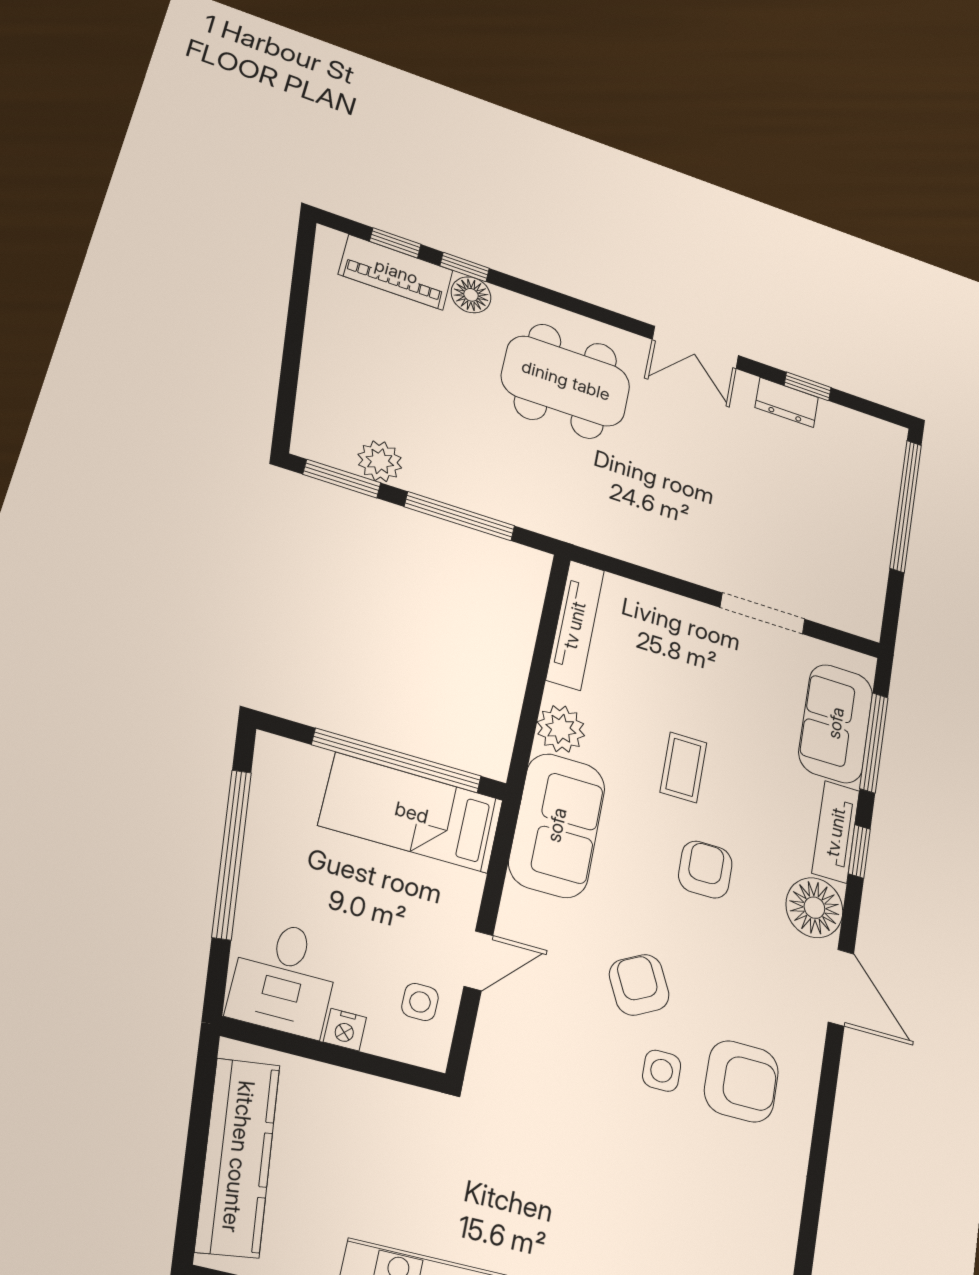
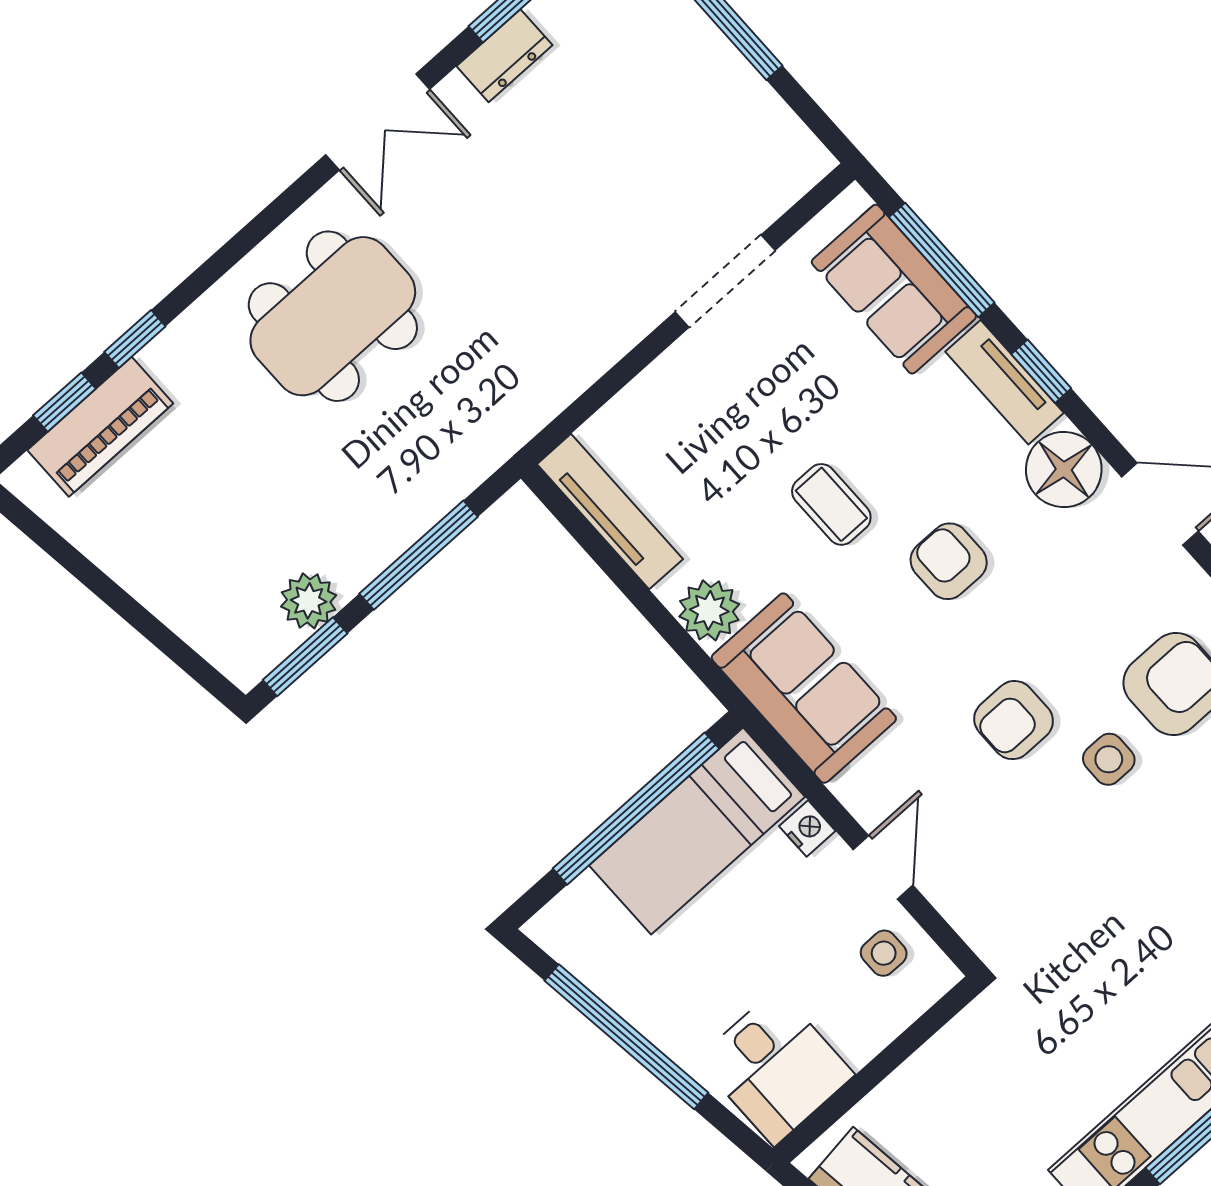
floor lamp: (471, 295) -> (172, 356), removed
armchair: (639, 985) -> (1014, 720), turned -63
nightstand: (345, 1030) -> (807, 829), moved, turned -90

